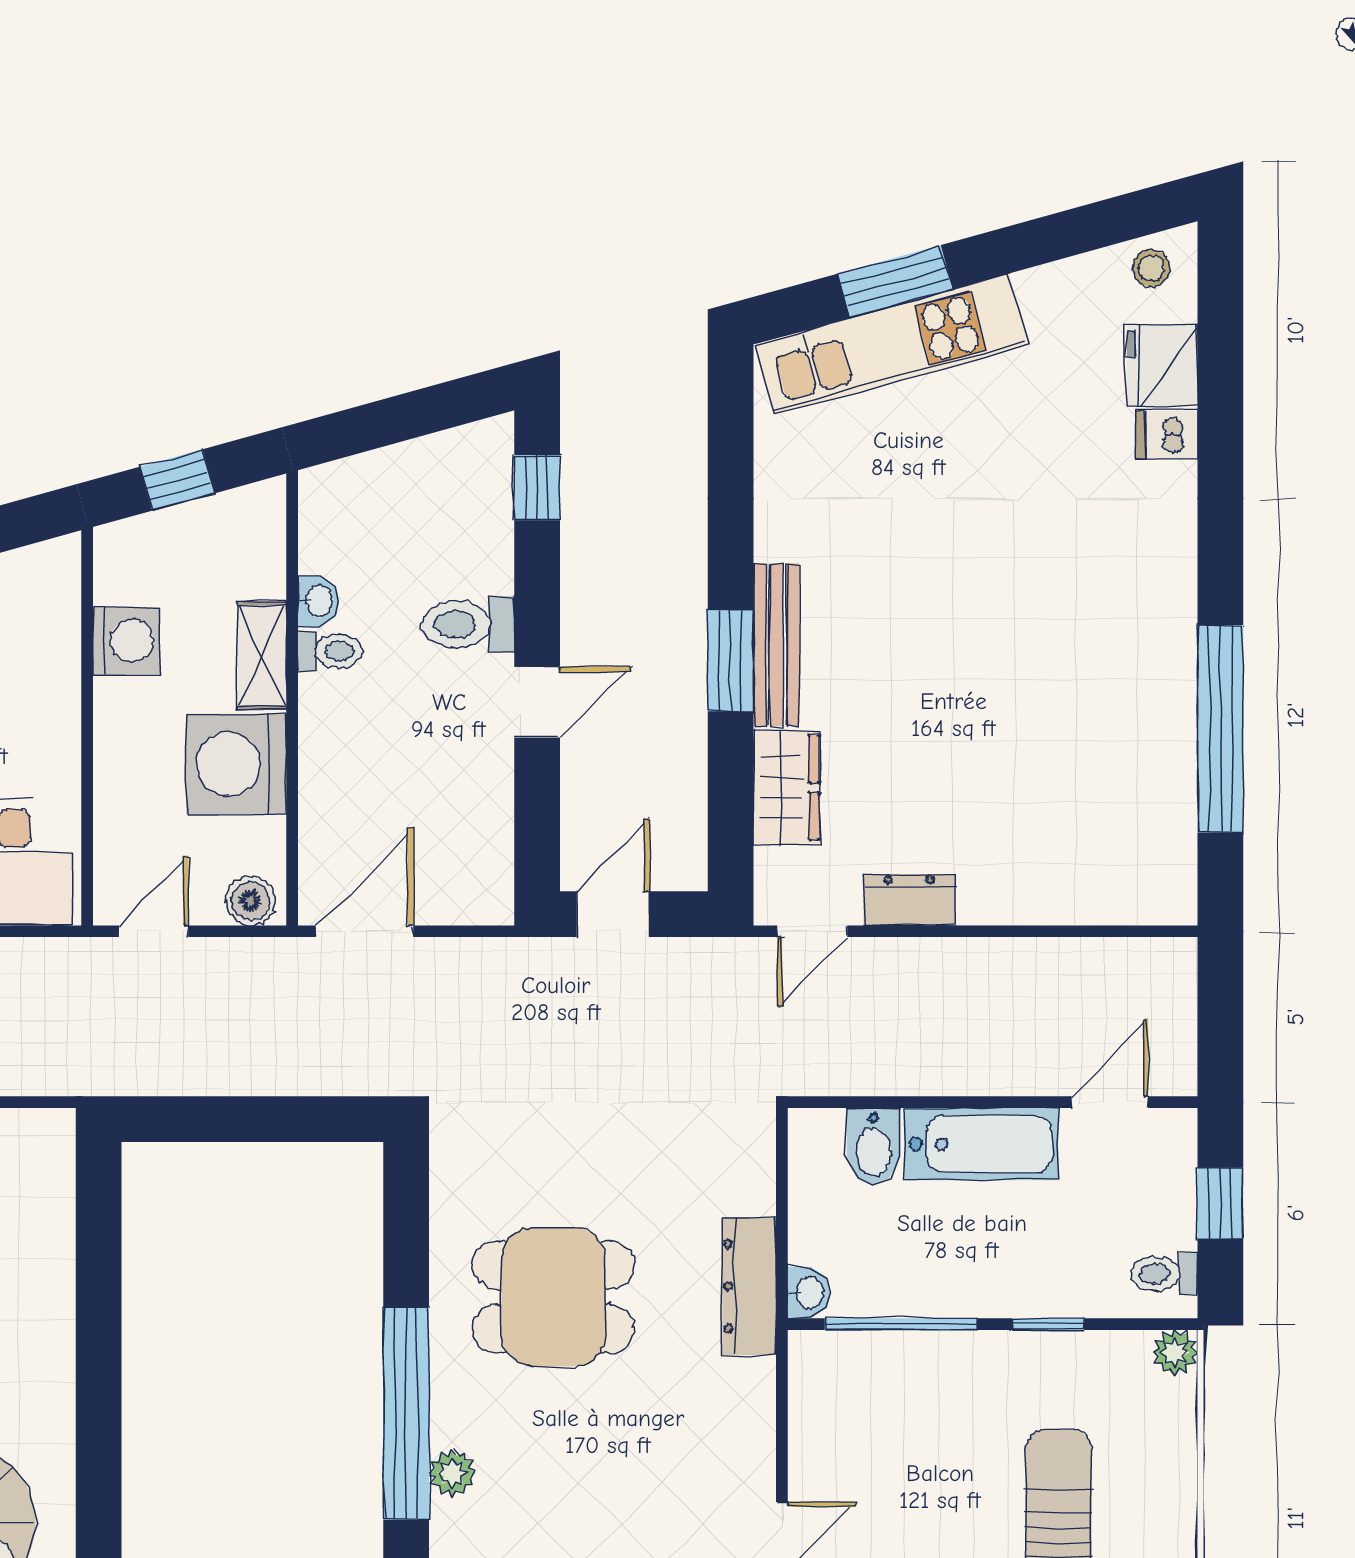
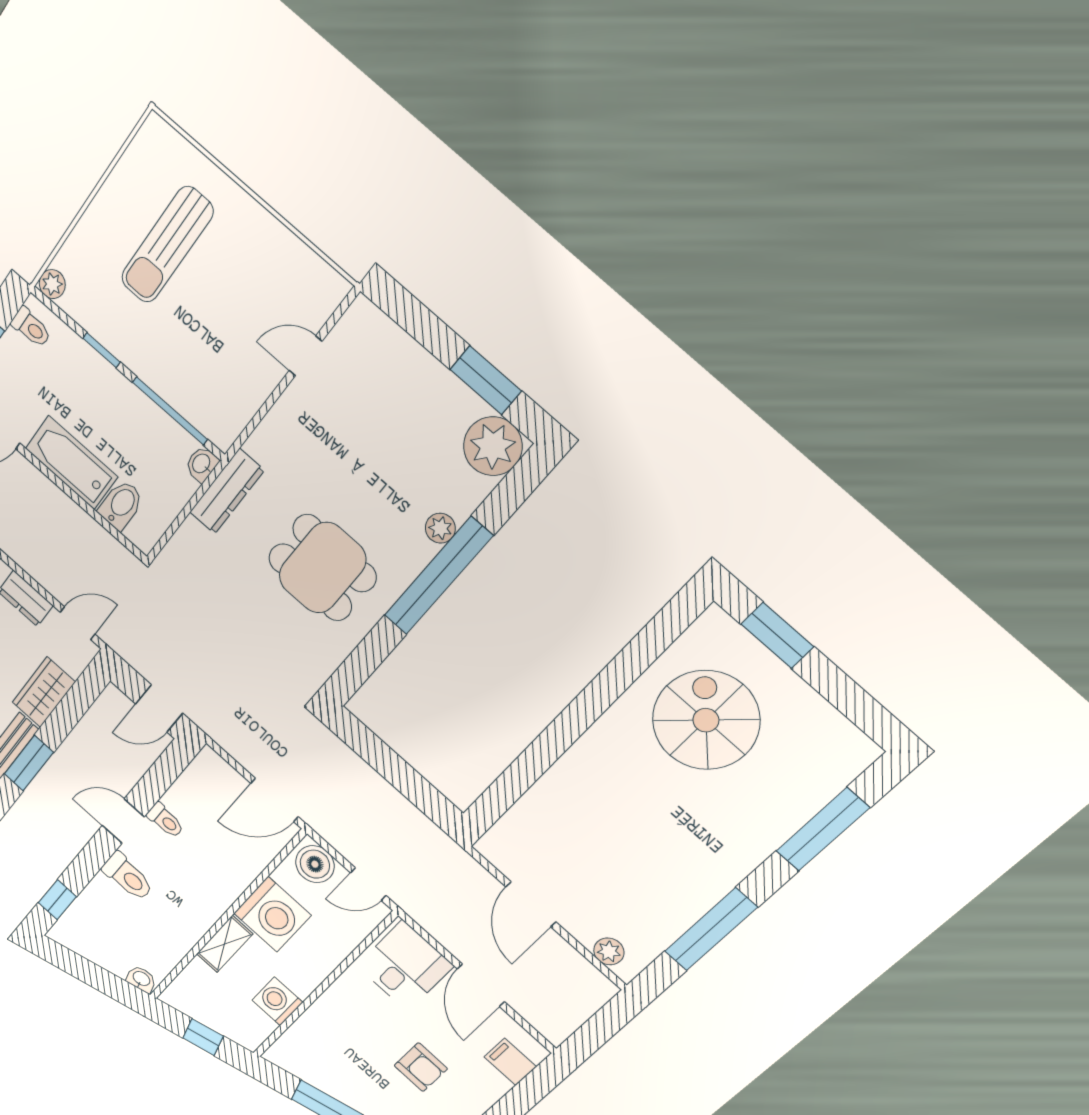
washbasin: (318, 601) -> (141, 979), moved, turned 75
toilet: (330, 651) -> (165, 820), moved, turned 180
boiler: (250, 901) -> (315, 864), width x1.36, depth x1.36

